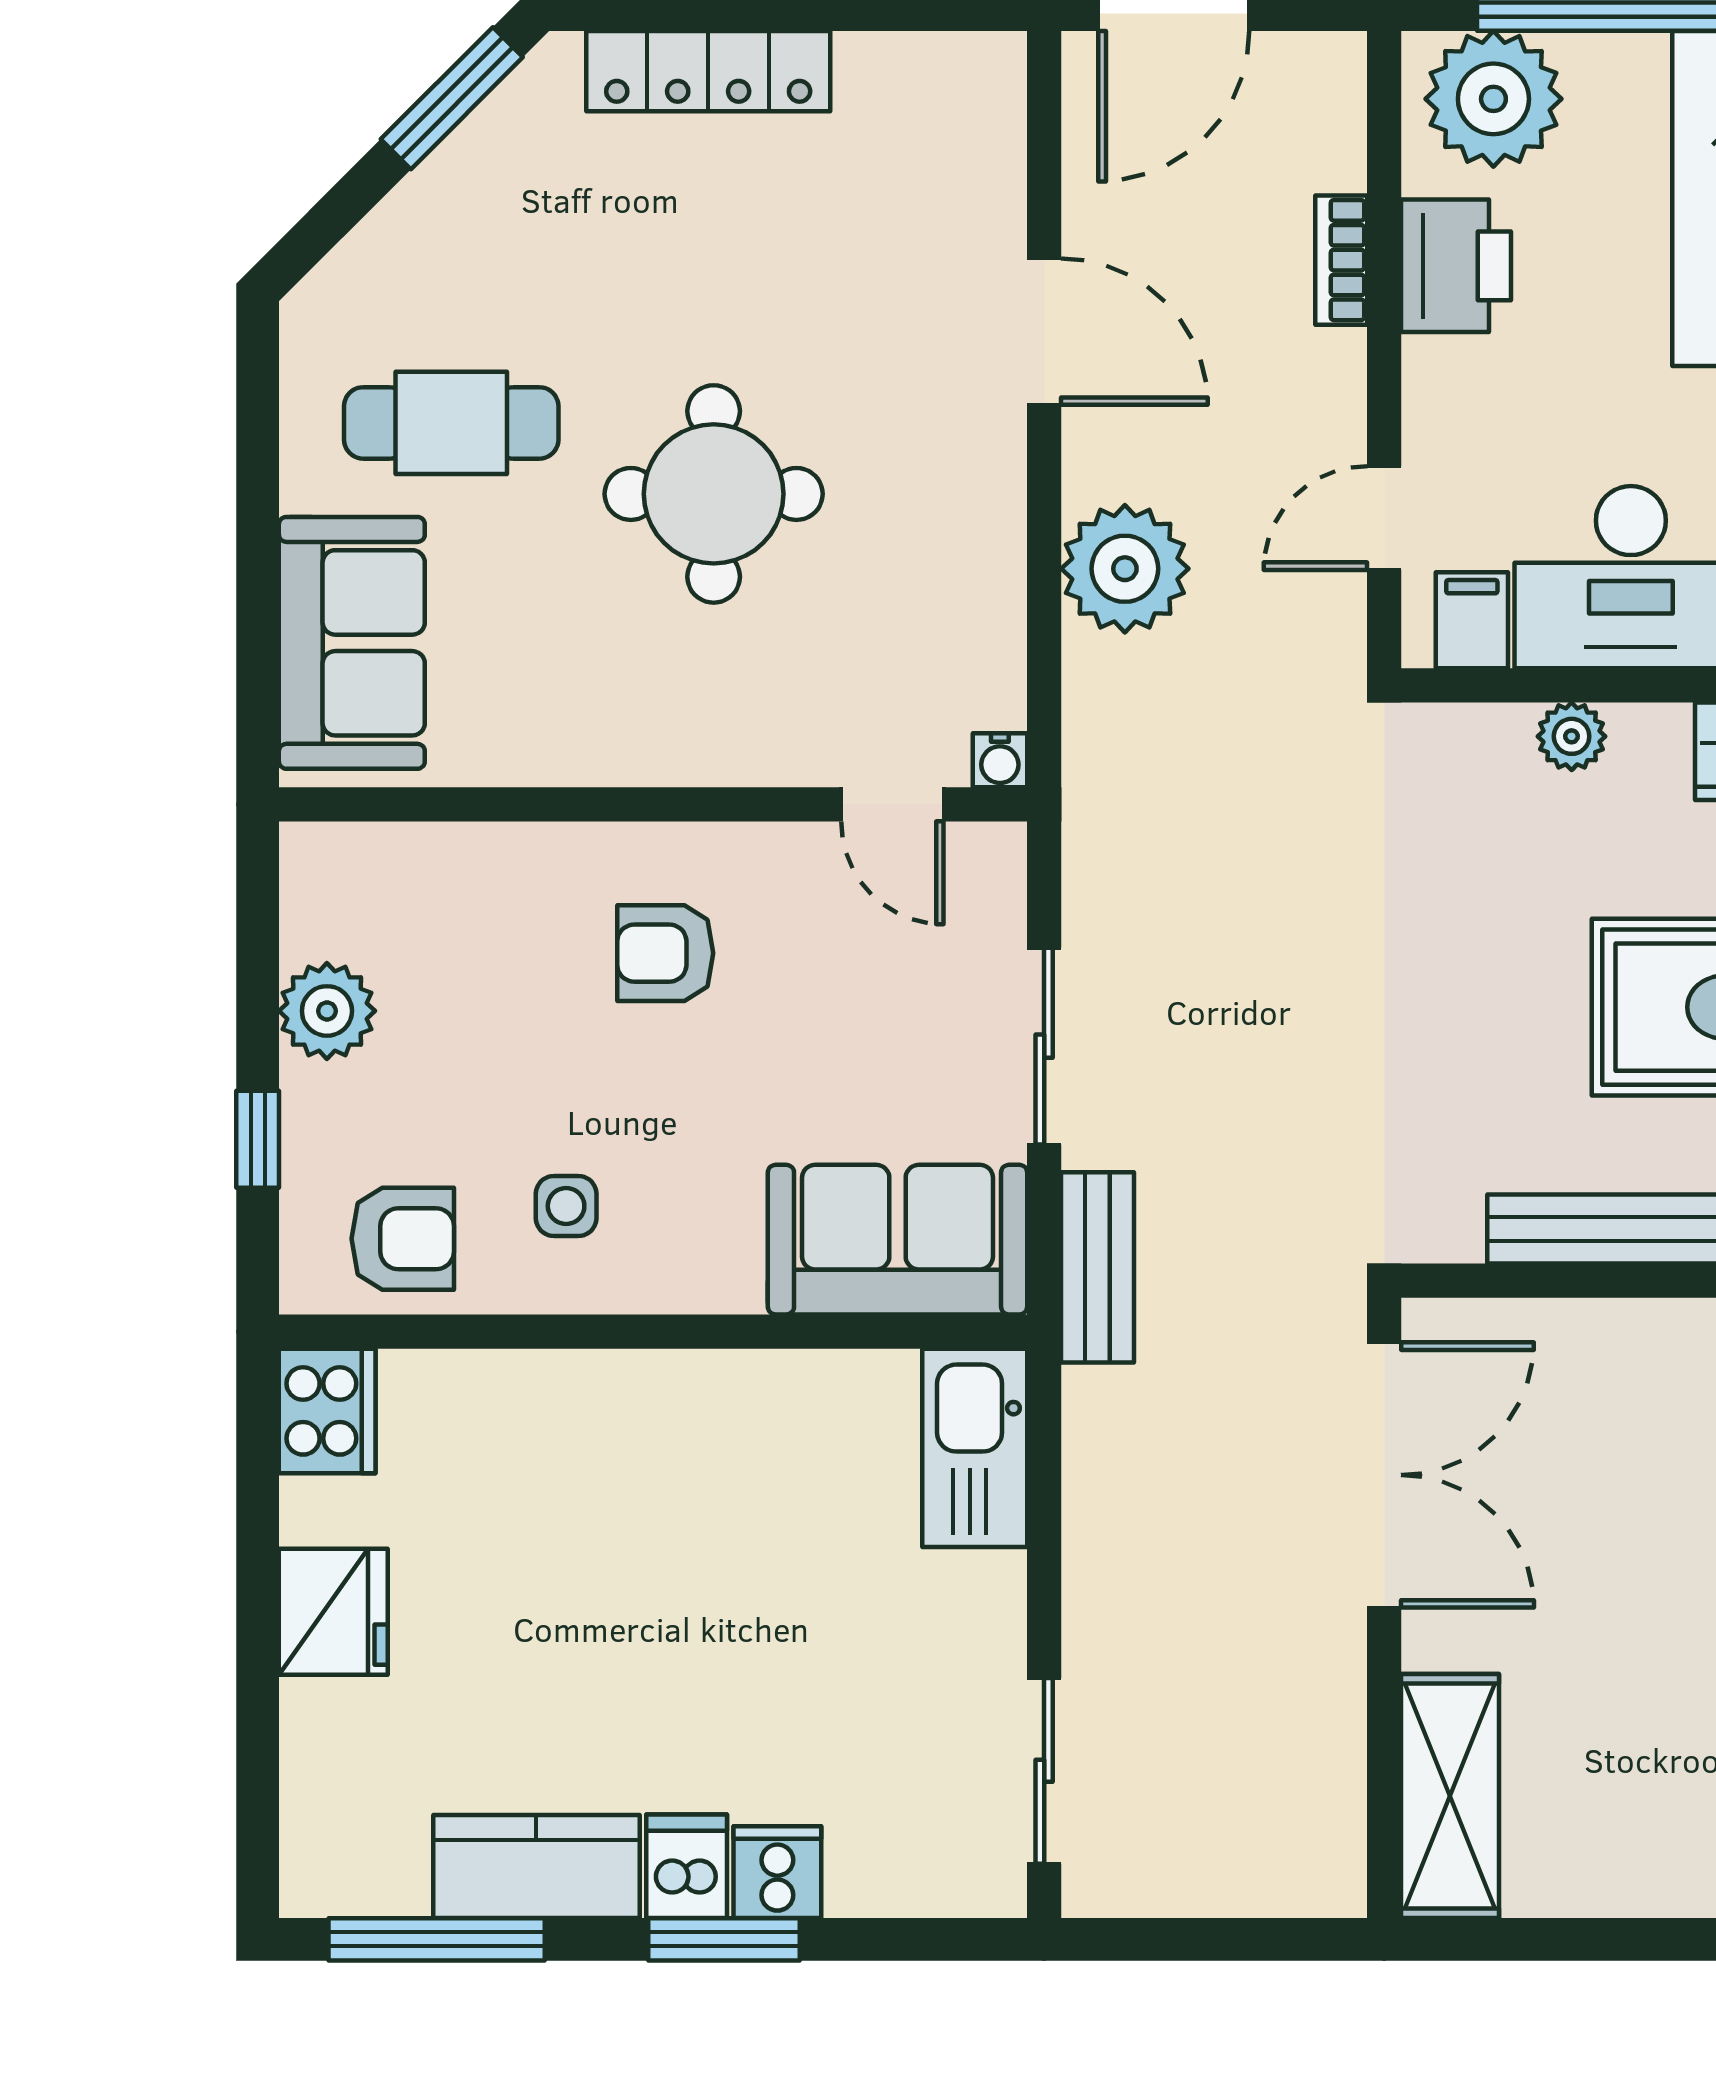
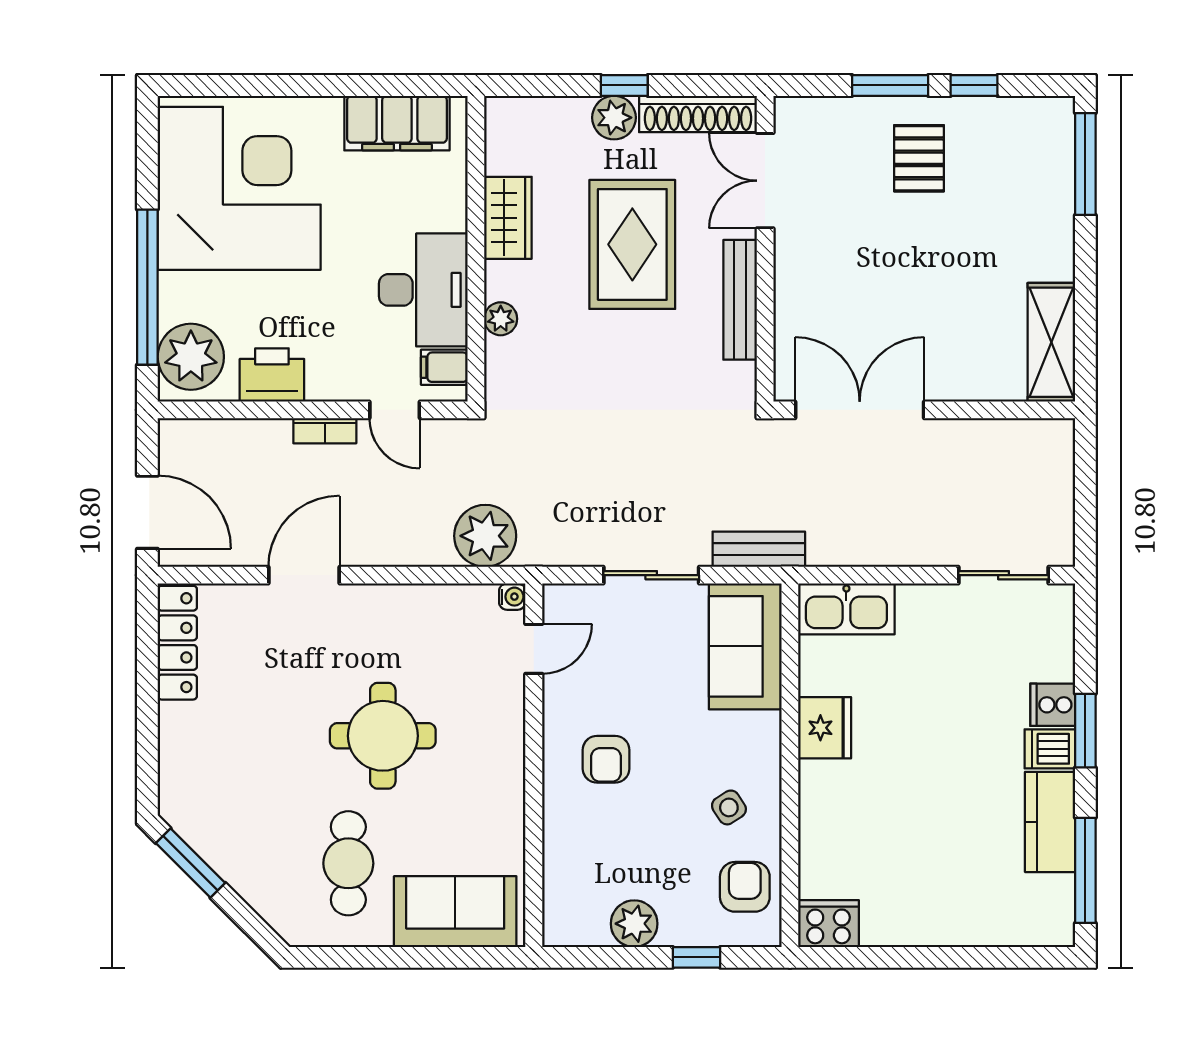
locker: (708, 71) -> (177, 643), moved
bookcase: (1341, 260) -> (325, 431), moved
plant: (1125, 569) -> (485, 536), moved
side table: (566, 1206) -> (729, 807), turned -33
fridge: (333, 1612) -> (825, 728), moved, turned 90
shelving: (1450, 1796) -> (1051, 342), moved, turned 90

